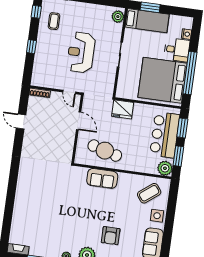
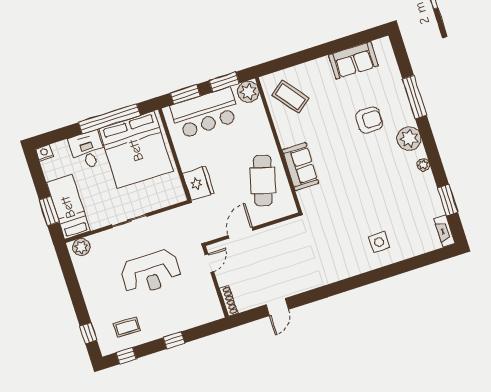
nightstand: (186, 34) -> (44, 153), moved
side table: (157, 216) -> (379, 242), moved

